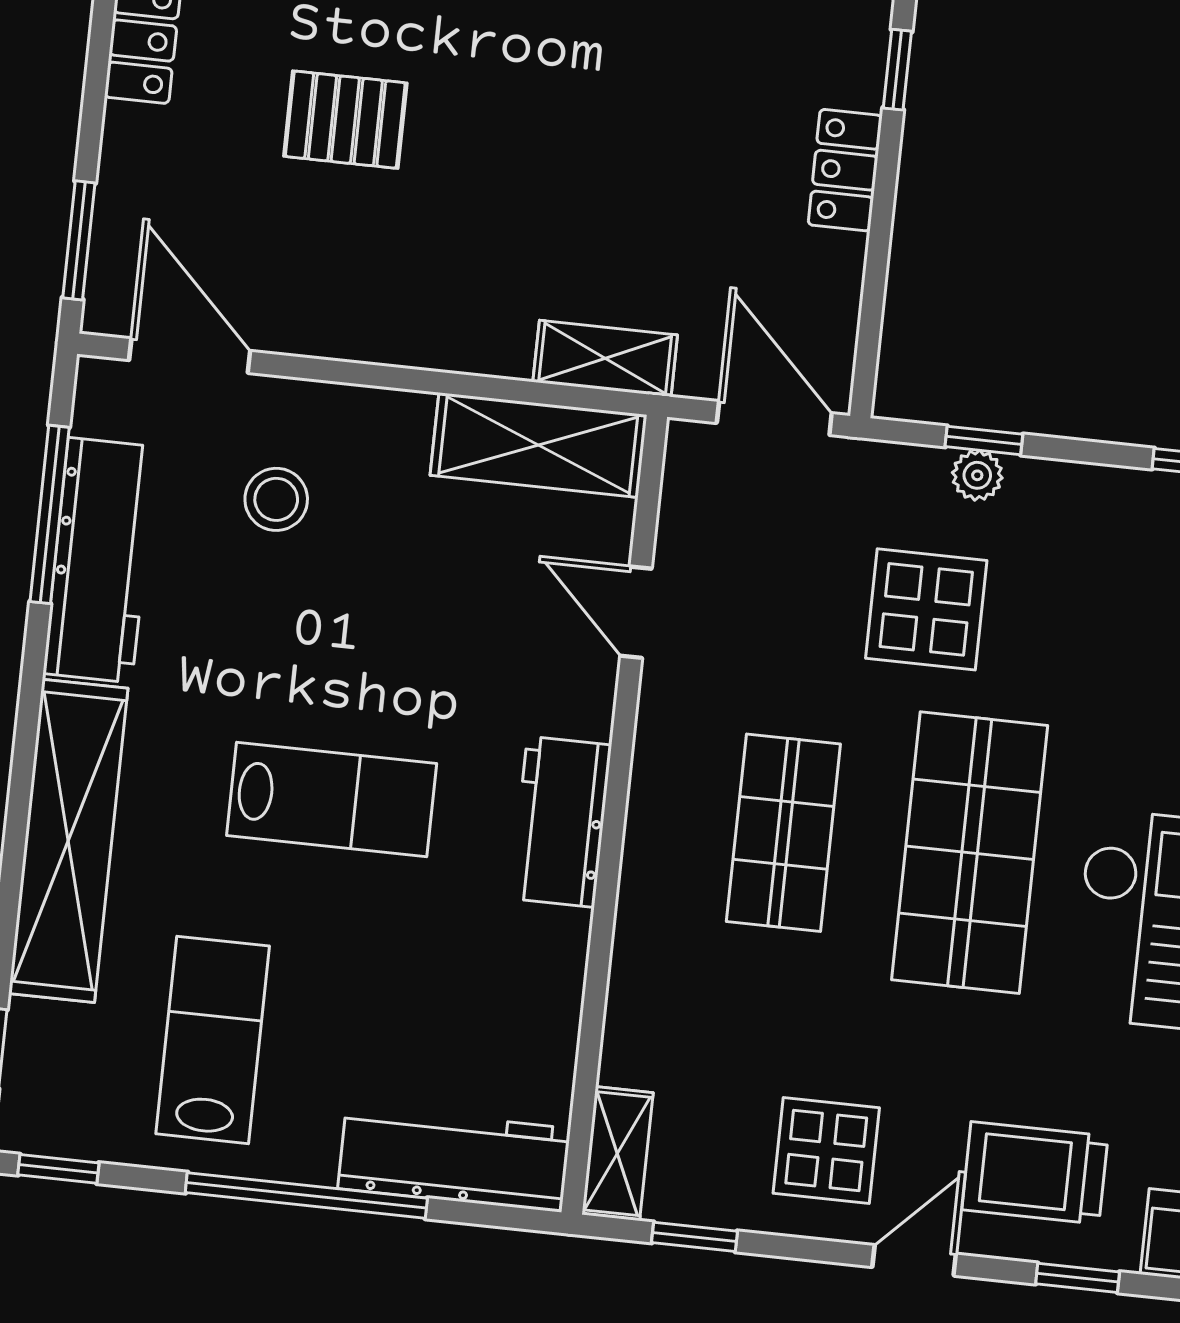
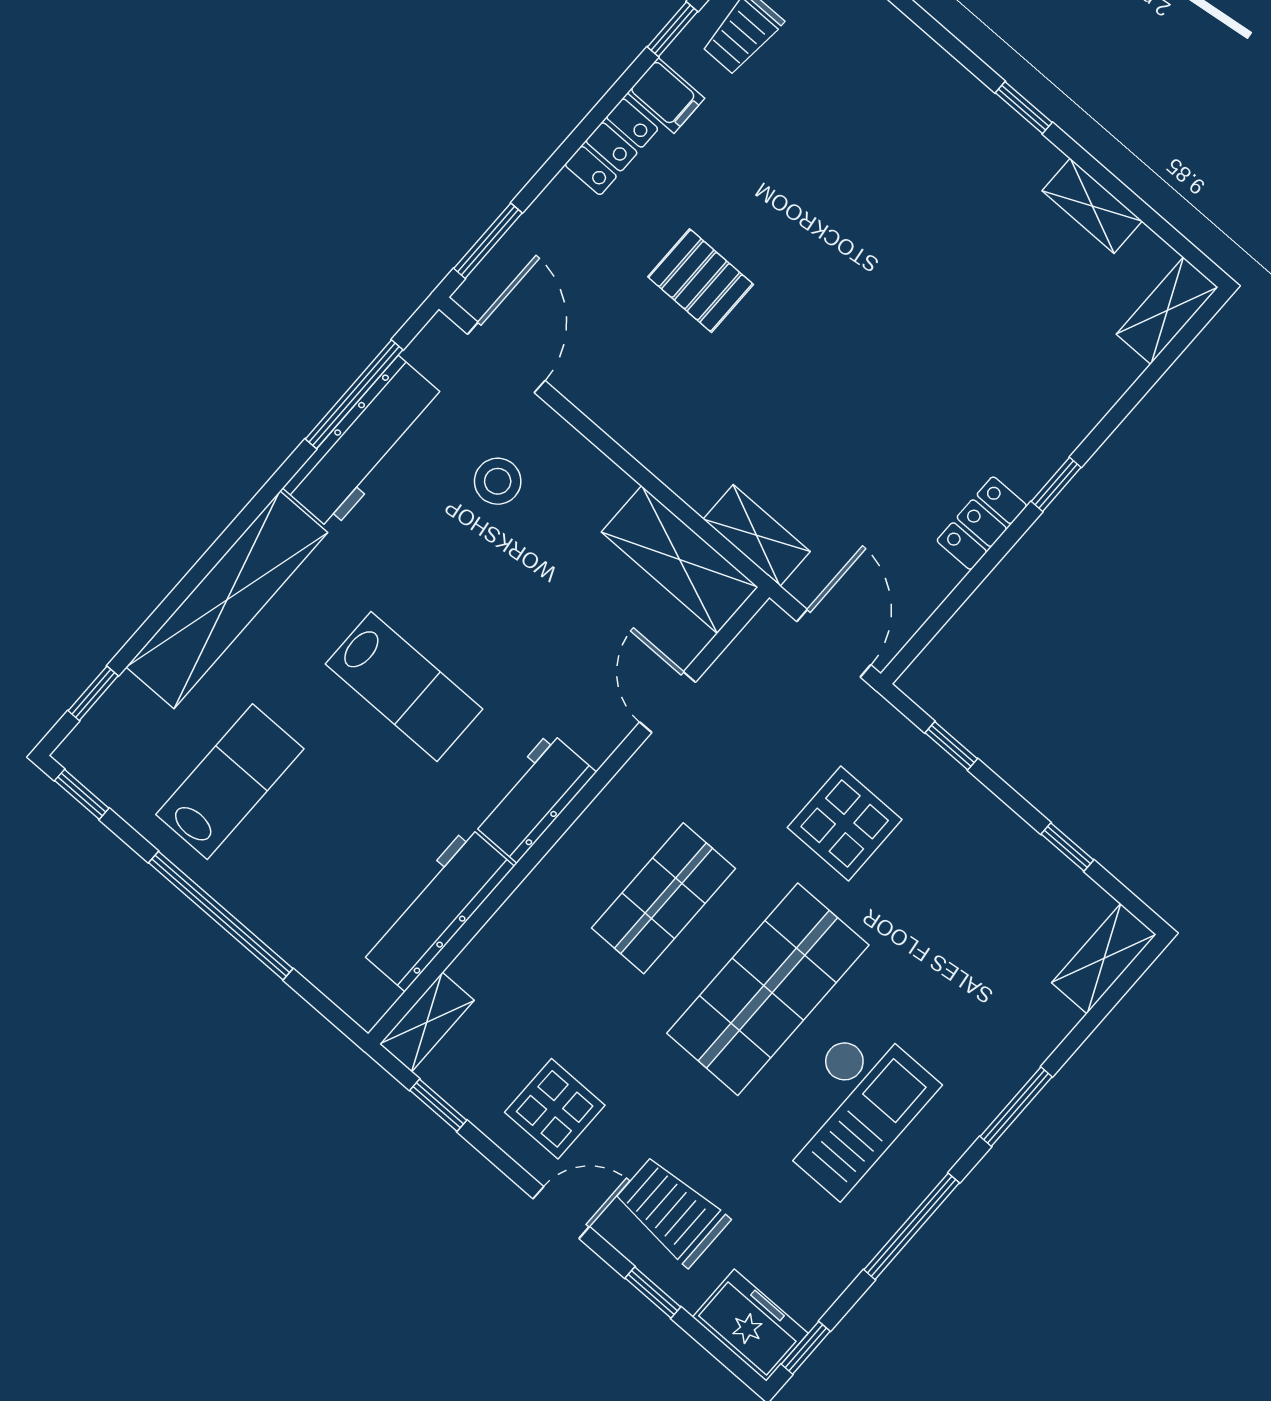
plant: (977, 475) -> (932, 764), removed
workbench: (454, 1158) -> (436, 908), moved, turned -90

